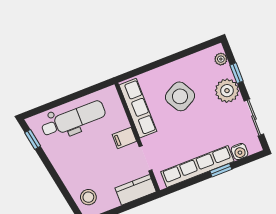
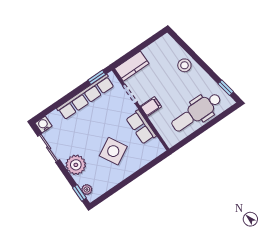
window: (237, 73) -> (79, 193), moved
row of seats: (138, 108) -> (141, 127), width x0.68
water cooler: (240, 151) -> (43, 125), moved
window: (221, 170) -> (97, 77), moved
stool: (88, 197) -> (184, 65), moved

